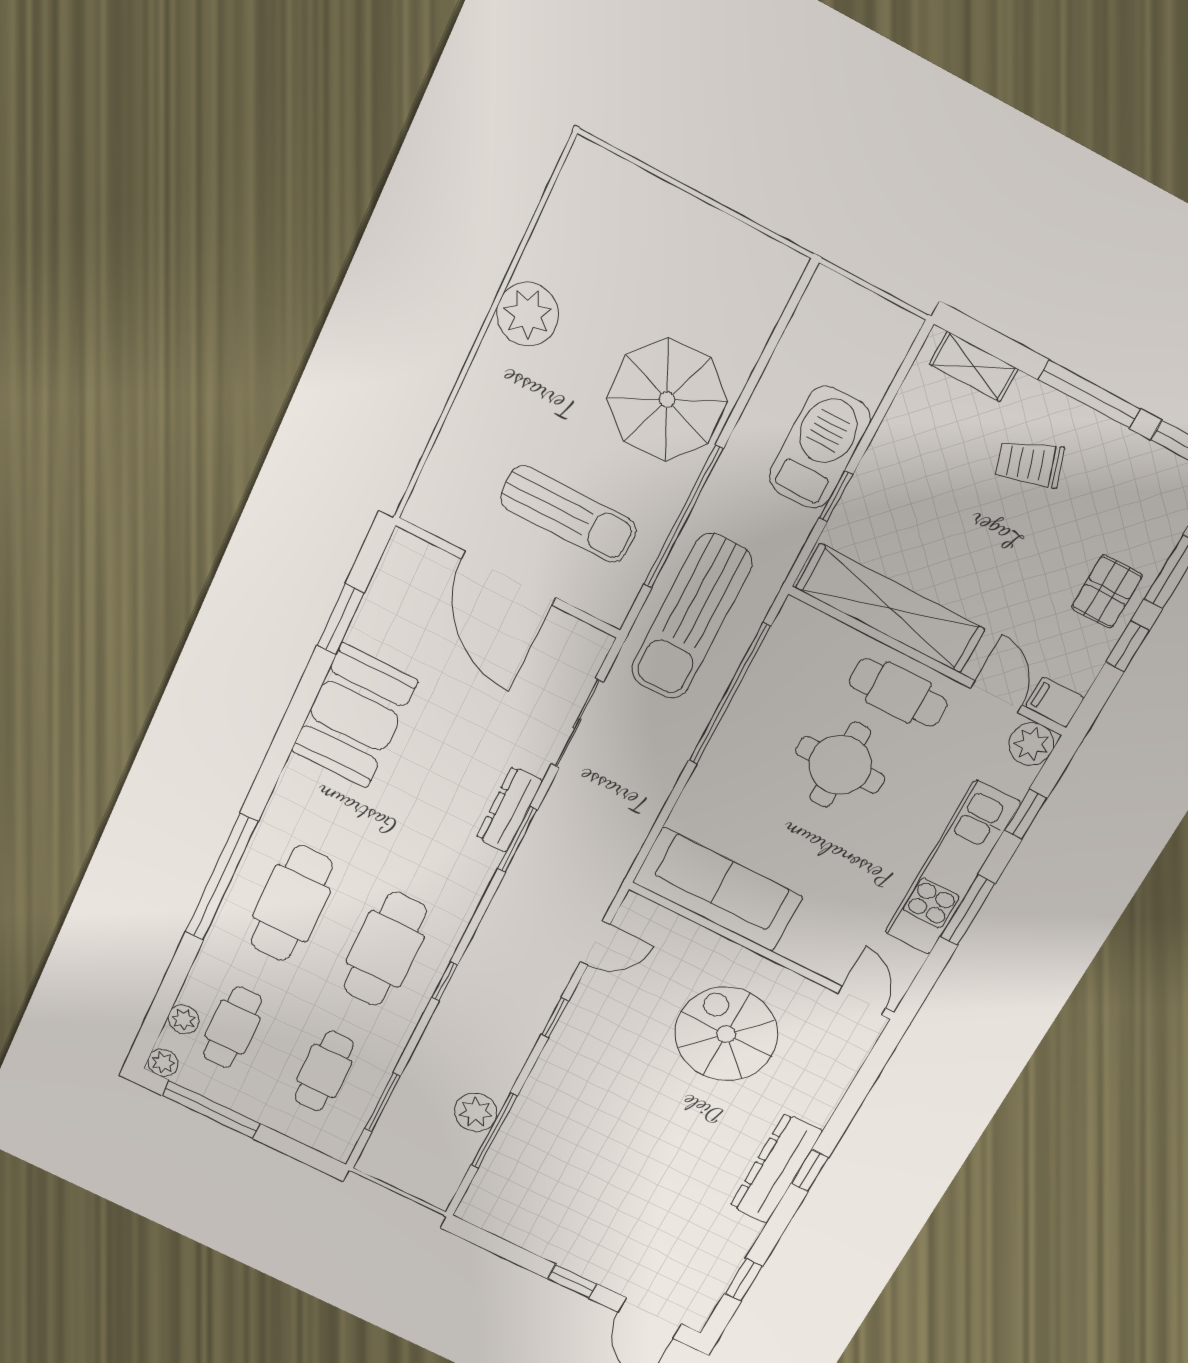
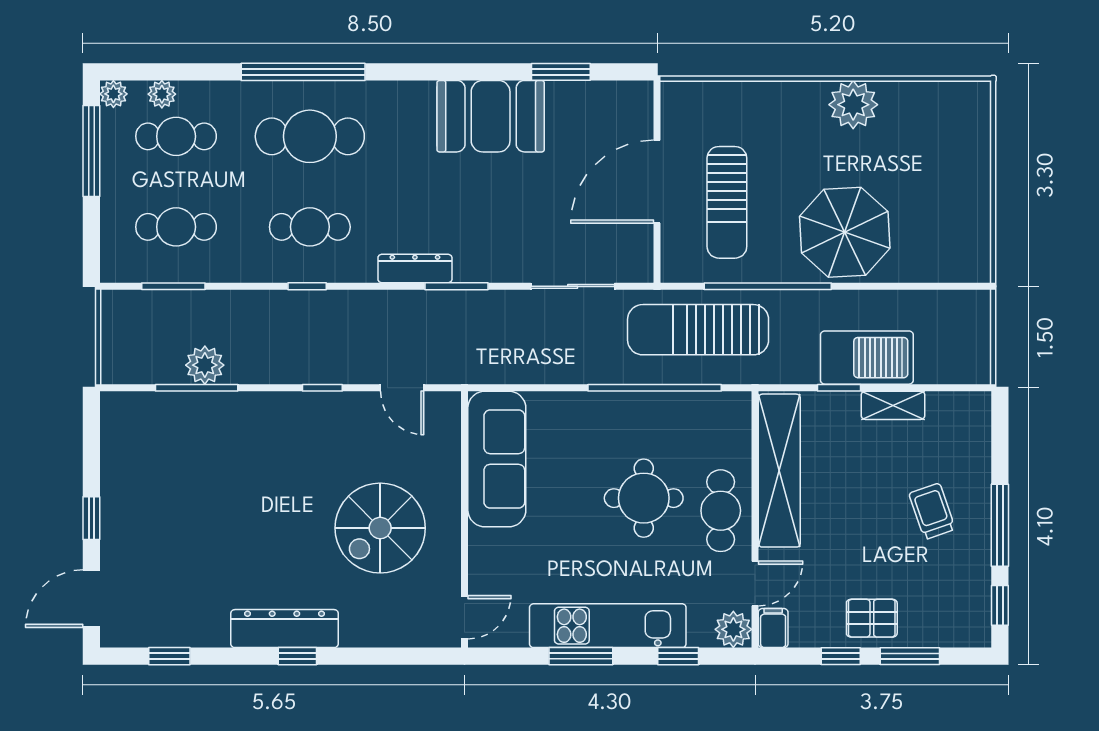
shelving: (974, 367) -> (893, 405), moved, turned 90
dresser: (509, 809) -> (415, 269), moved
cafe table: (385, 949) -> (310, 227), width x0.73, depth x0.74
spiral stairs: (726, 1034) -> (380, 528), turned 180

